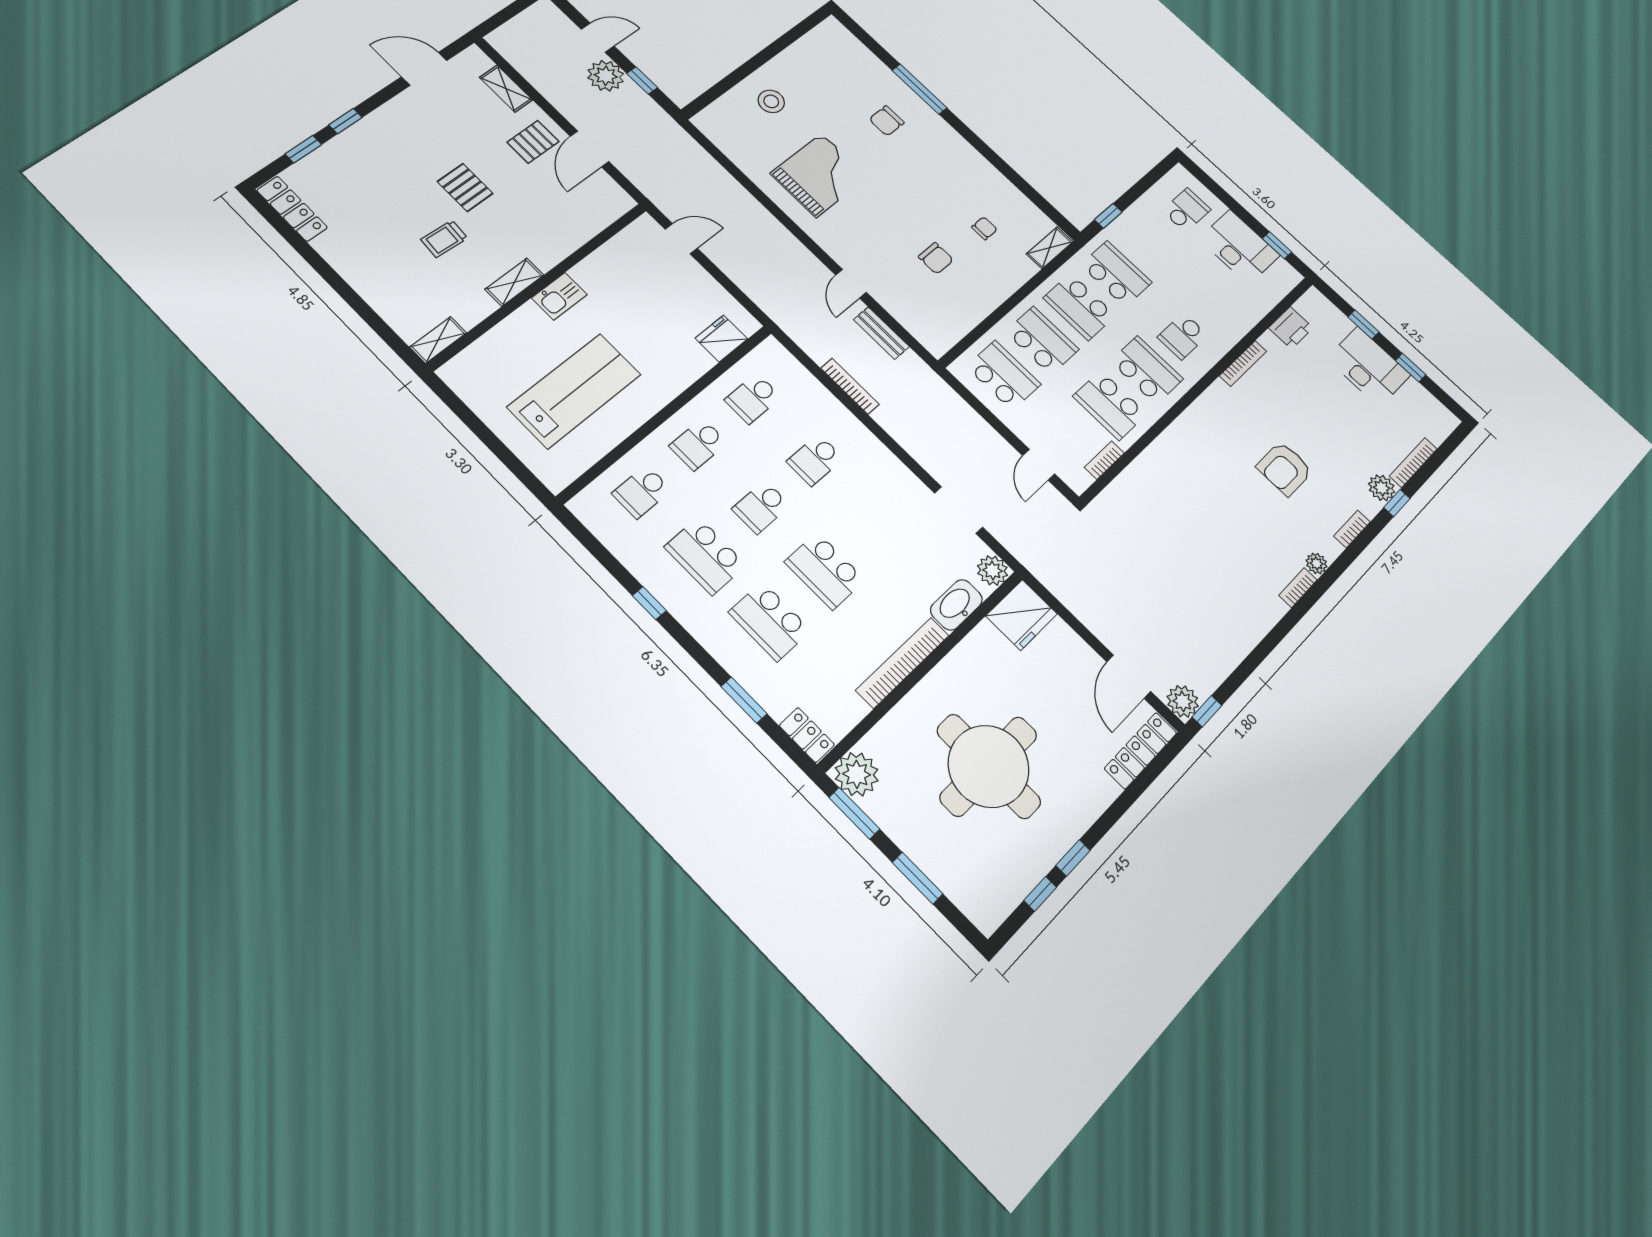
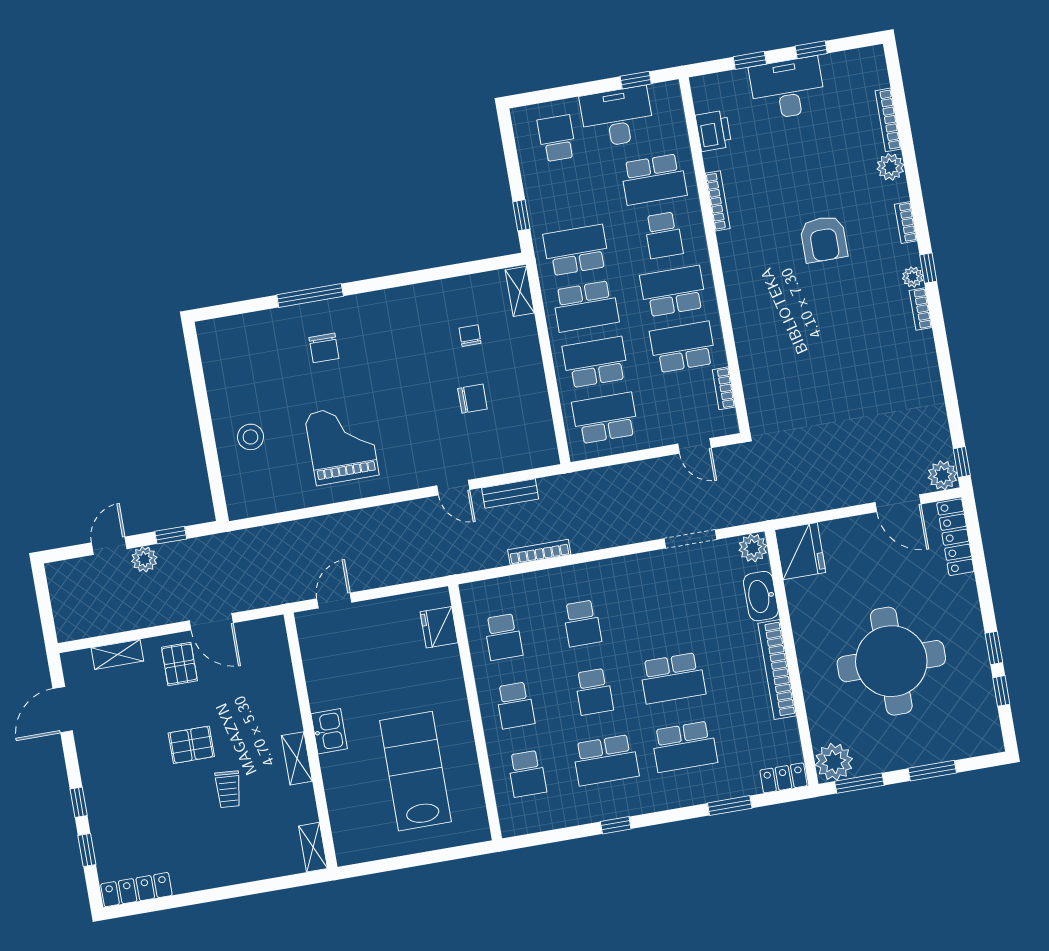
plant: (606, 76) -> (144, 559), width x0.73, depth x0.73
school desk: (1218, 303) -> (654, 179), added
school desk: (1110, 405) -> (683, 347), turned 180
window: (1397, 503) -> (928, 268), moved

